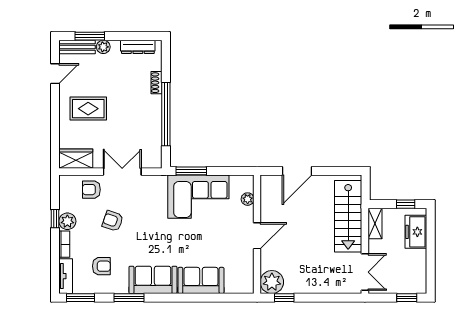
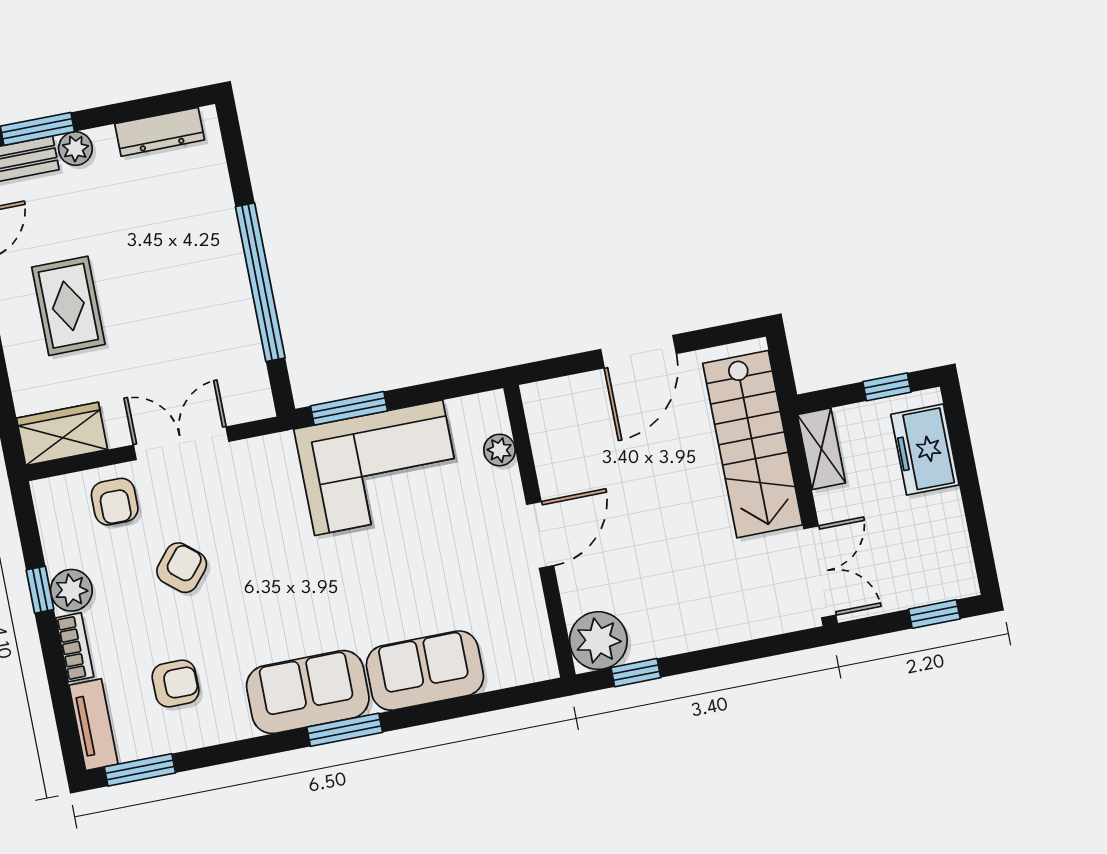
shoe rack: (157, 83) -> (222, 210), removed
rug: (88, 109) -> (68, 306), turned 90
door: (297, 171) -> (639, 352), moved
armchair: (91, 190) -> (115, 502), turned -90
armchair: (113, 221) -> (182, 568), turned 111
window: (129, 298) -> (345, 730), moved

